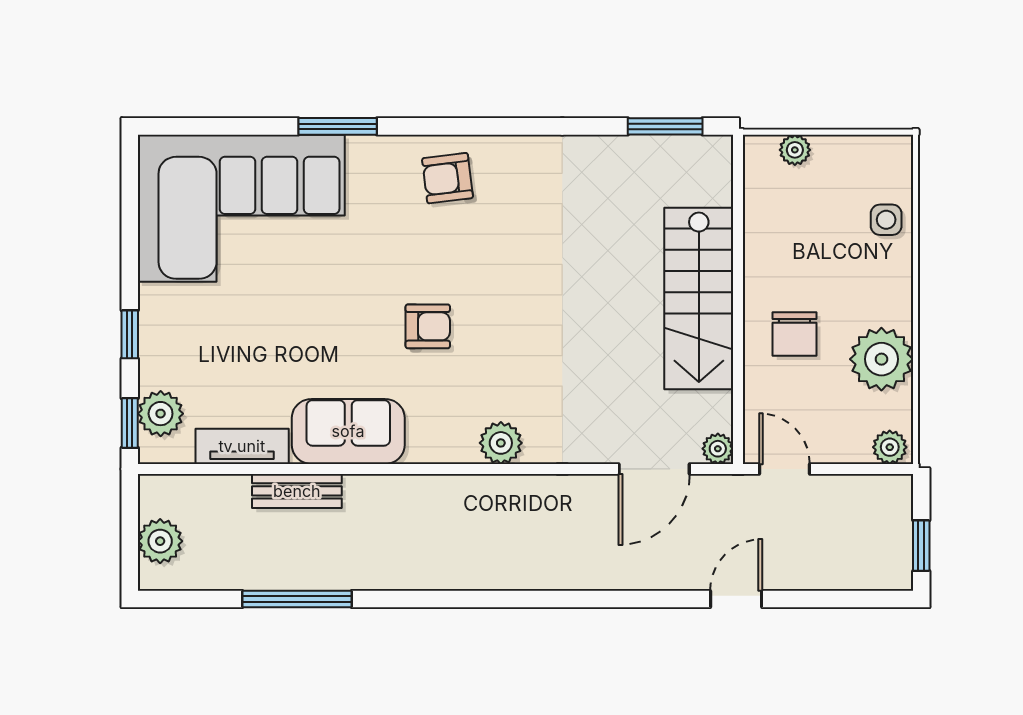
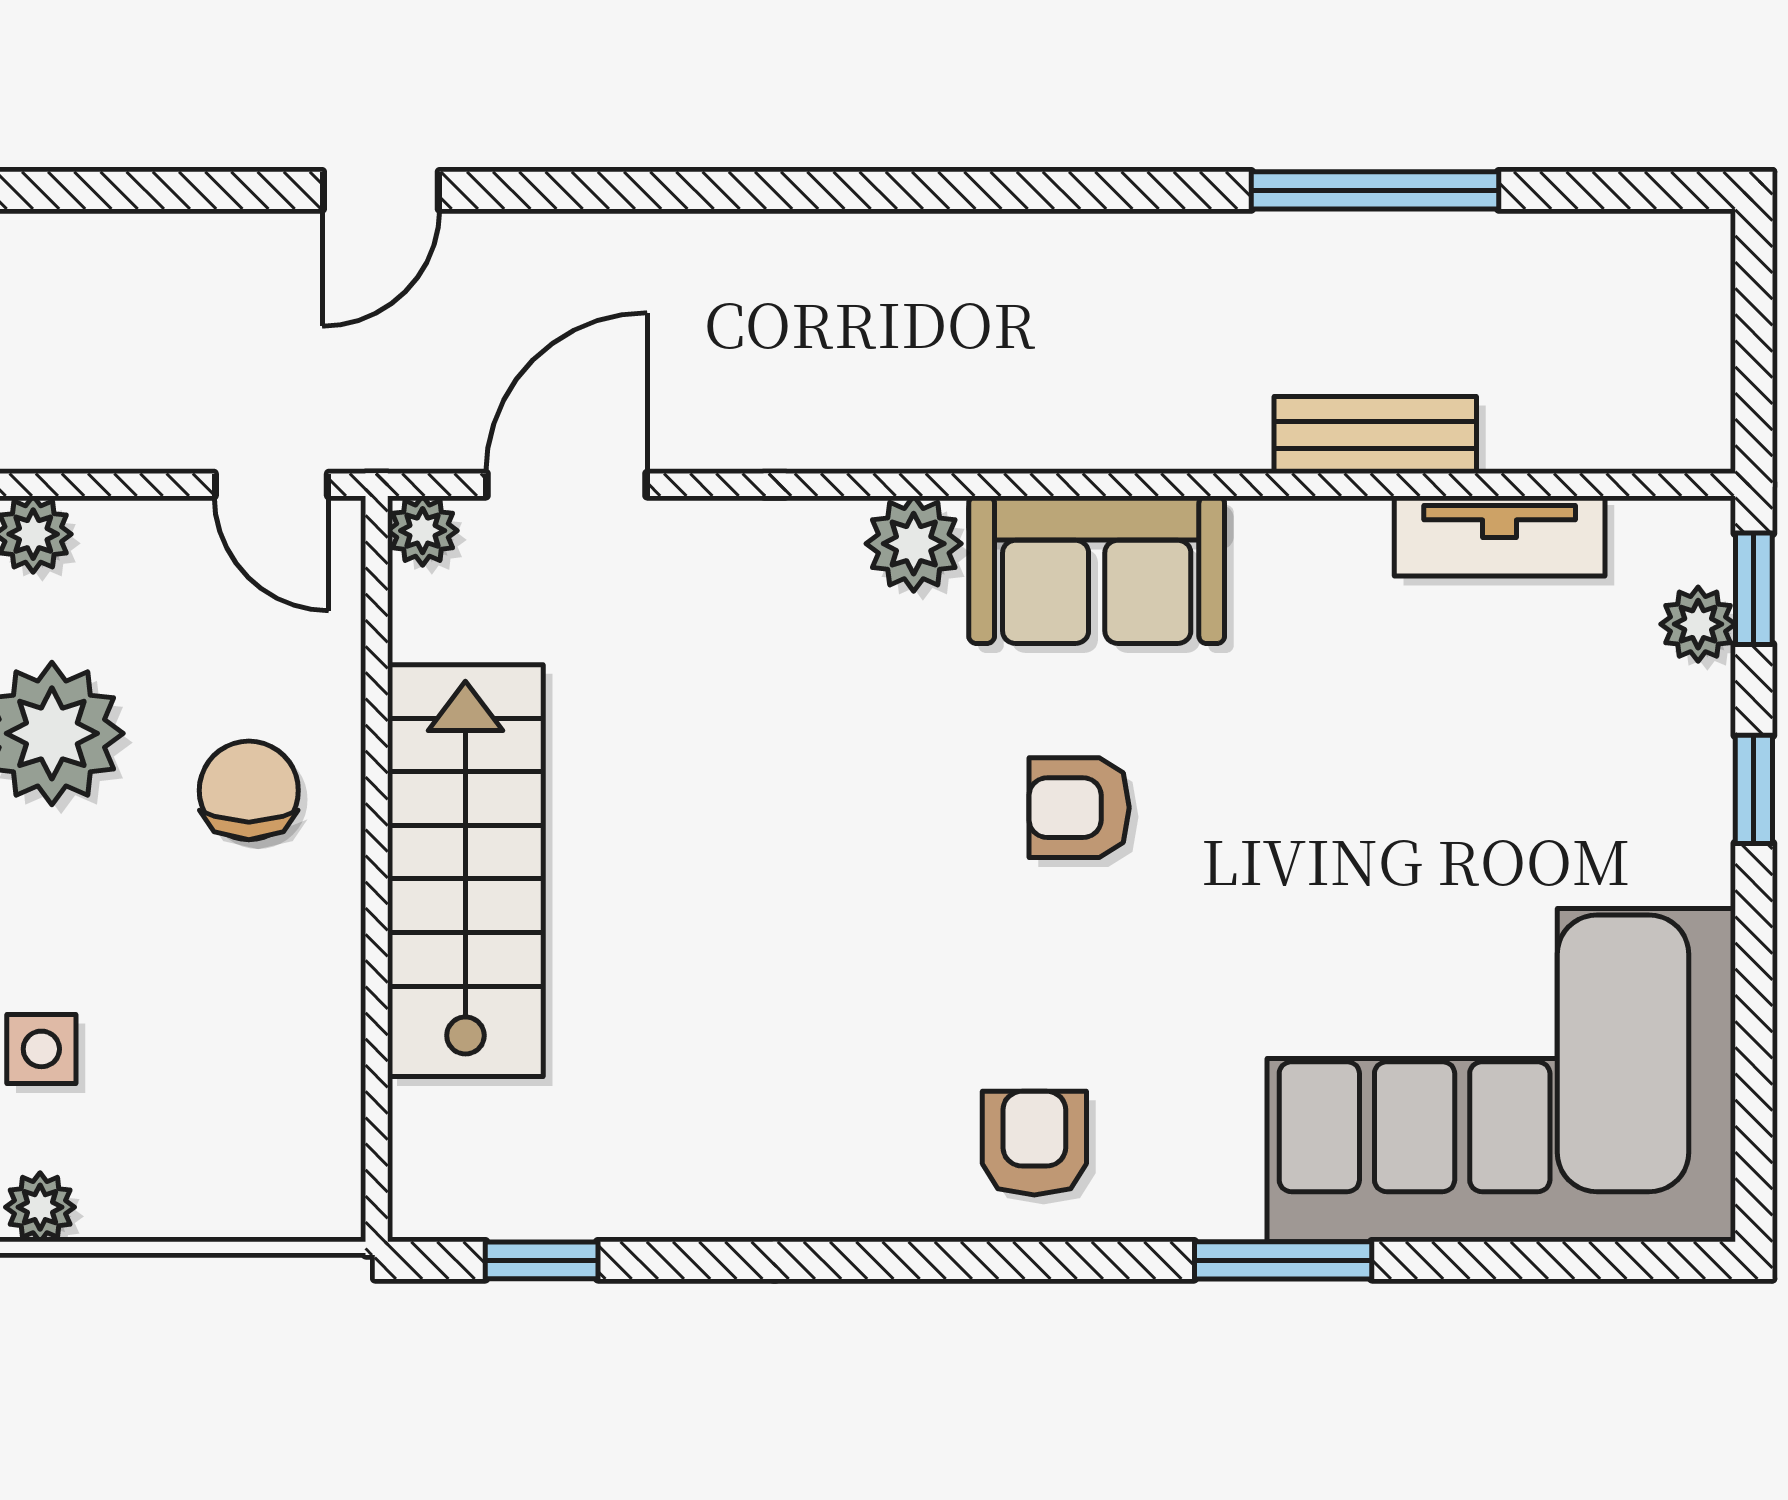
window: (665, 126) -> (542, 1260), width x0.67
plant: (795, 150) -> (40, 1207), moved
armchair: (448, 178) -> (1034, 1143), turned -83
plant: (161, 414) -> (1698, 624), width x0.73, depth x0.73
sofa: (348, 431) -> (1097, 570), moved
plant: (160, 541) -> (1685, 321), removed

